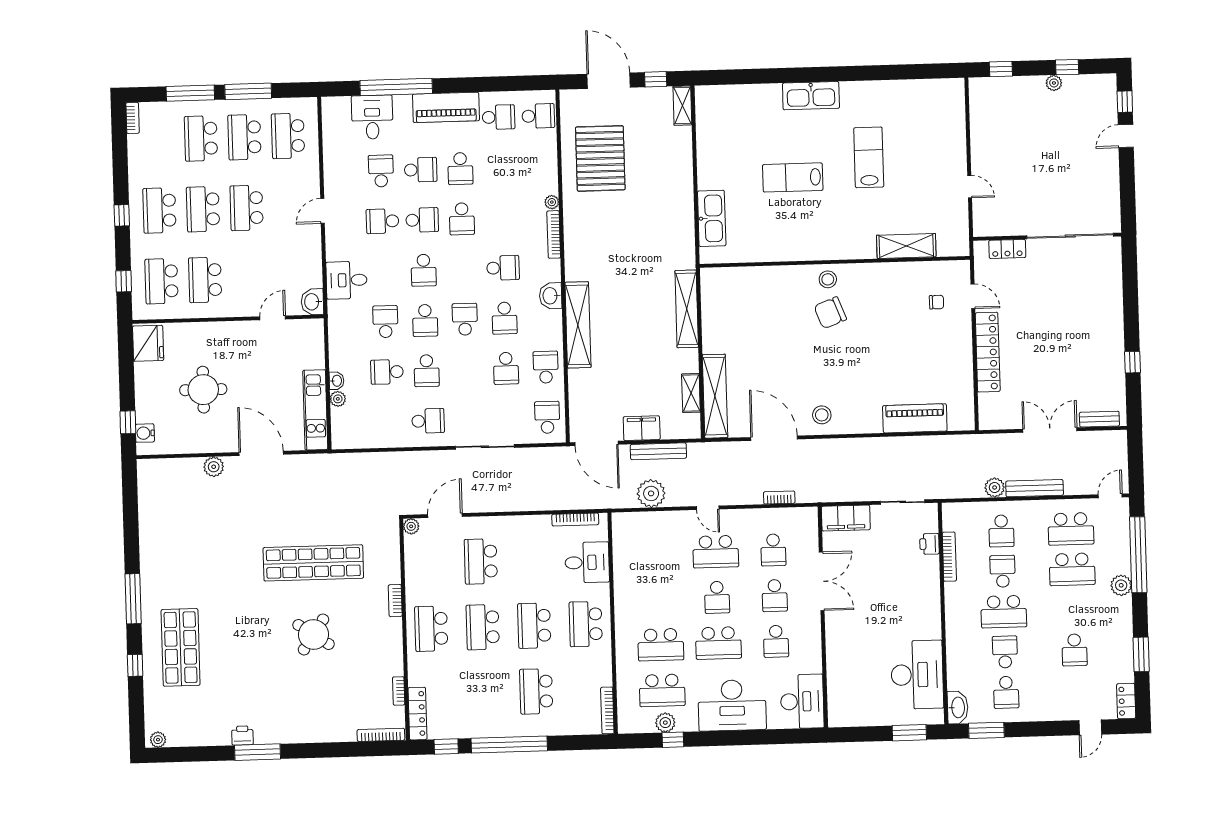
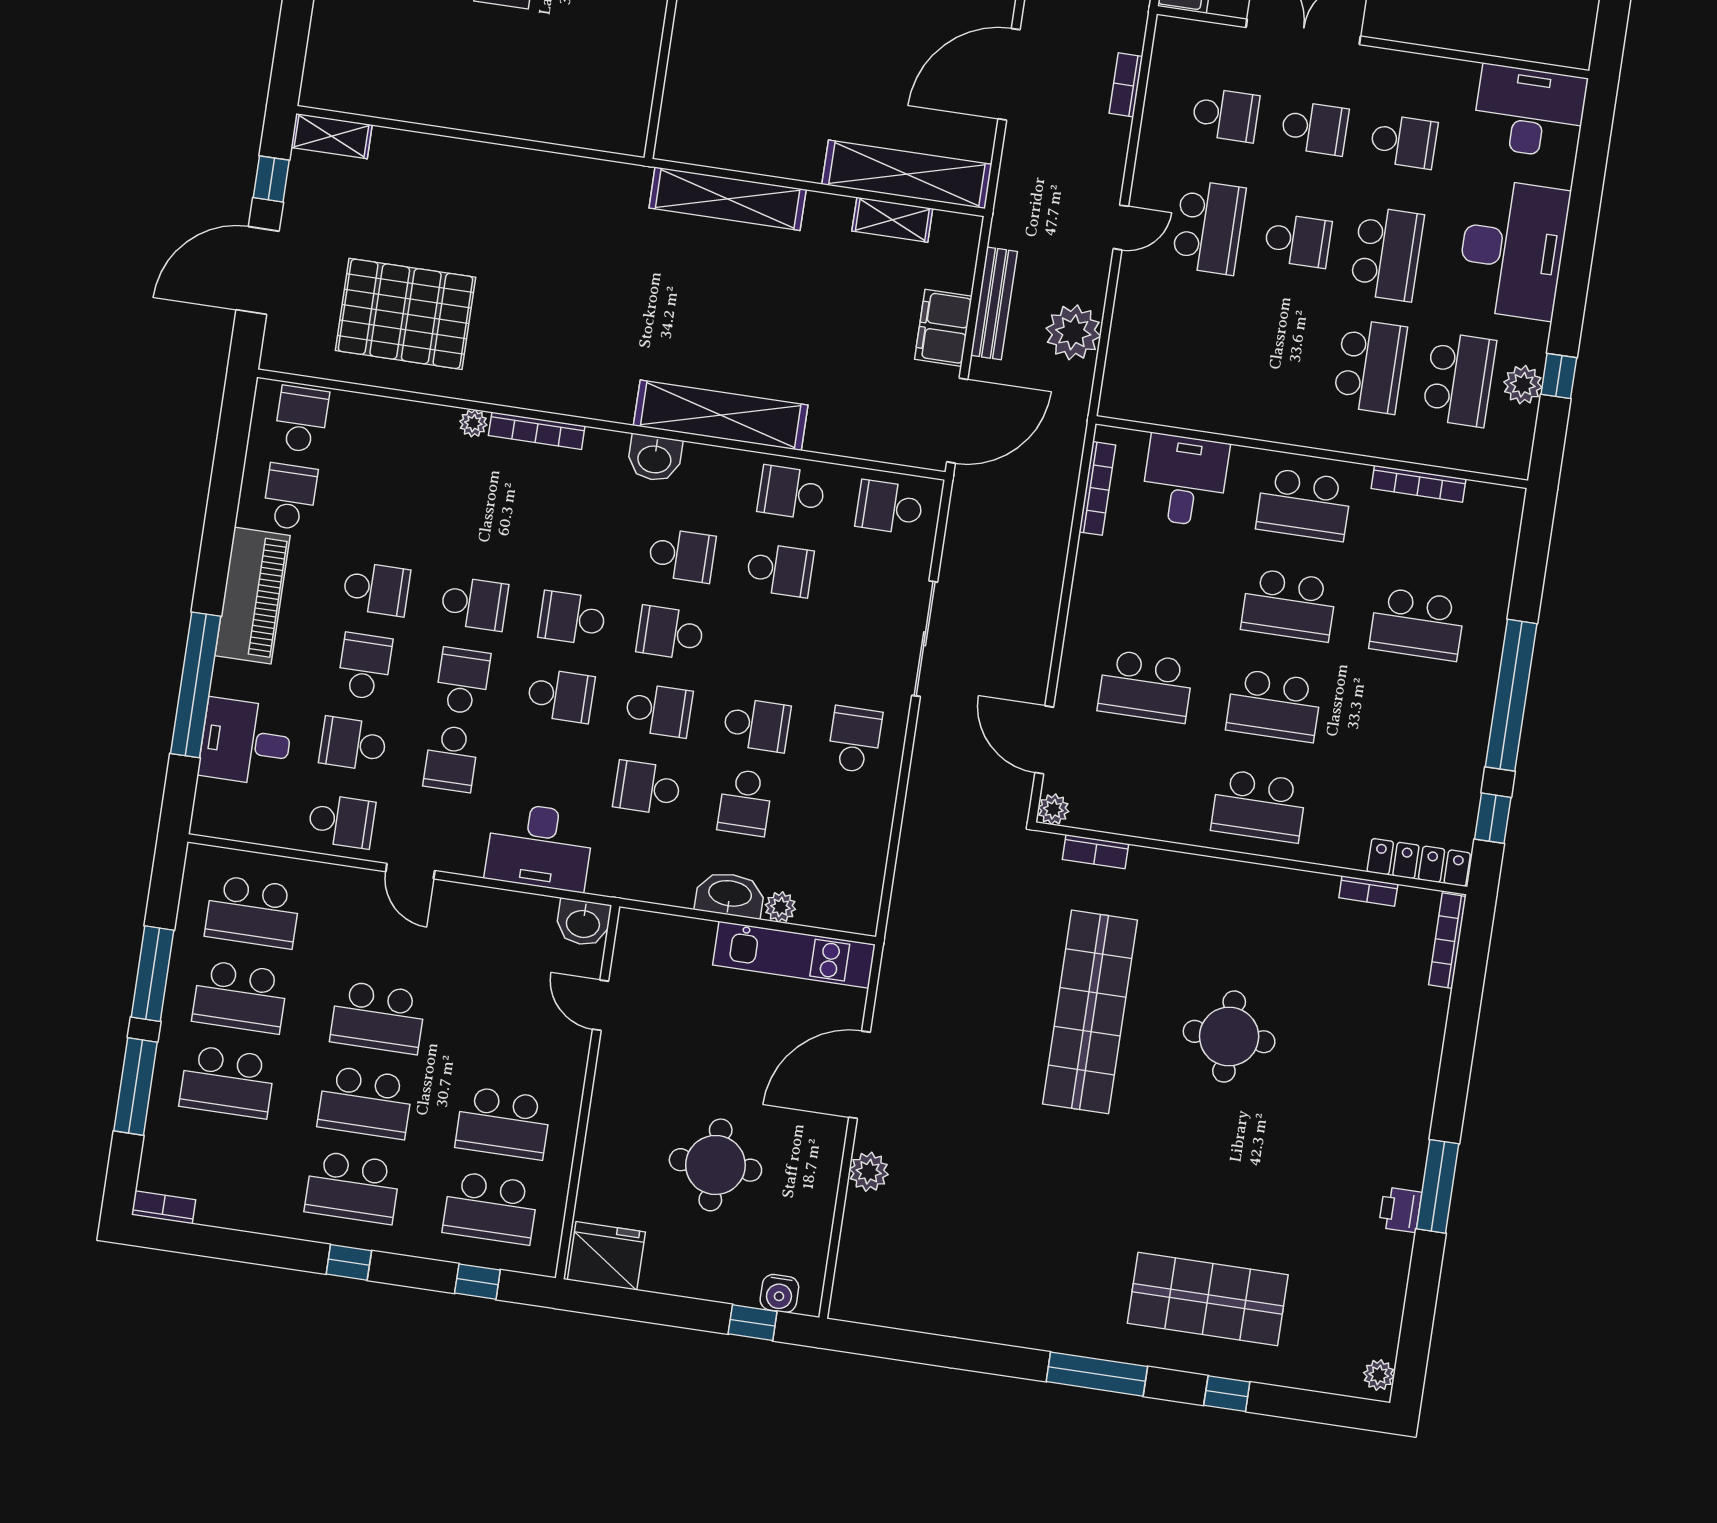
school desk: (341, 172) -> (342, 821), added
kitchen sink: (712, 218) -> (561, 119), removed
school desk: (503, 268) -> (572, 618), moved, turned -90
desk: (347, 280) -> (540, 847), width x1.37
washbasin: (337, 381) -> (730, 895), width x1.91, depth x1.45
bookcase: (395, 601) -> (1095, 852), moved
round table: (313, 634) -> (1229, 1037), turned -34
bookcase: (607, 710) -> (1418, 484), moved

